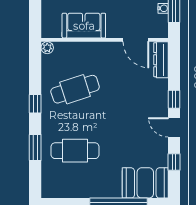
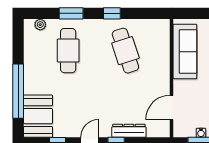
sofa: (84, 26) -> (185, 52), width x1.36
plant: (47, 48) -> (40, 25), moved
dresser: (161, 60) -> (129, 131), moved

